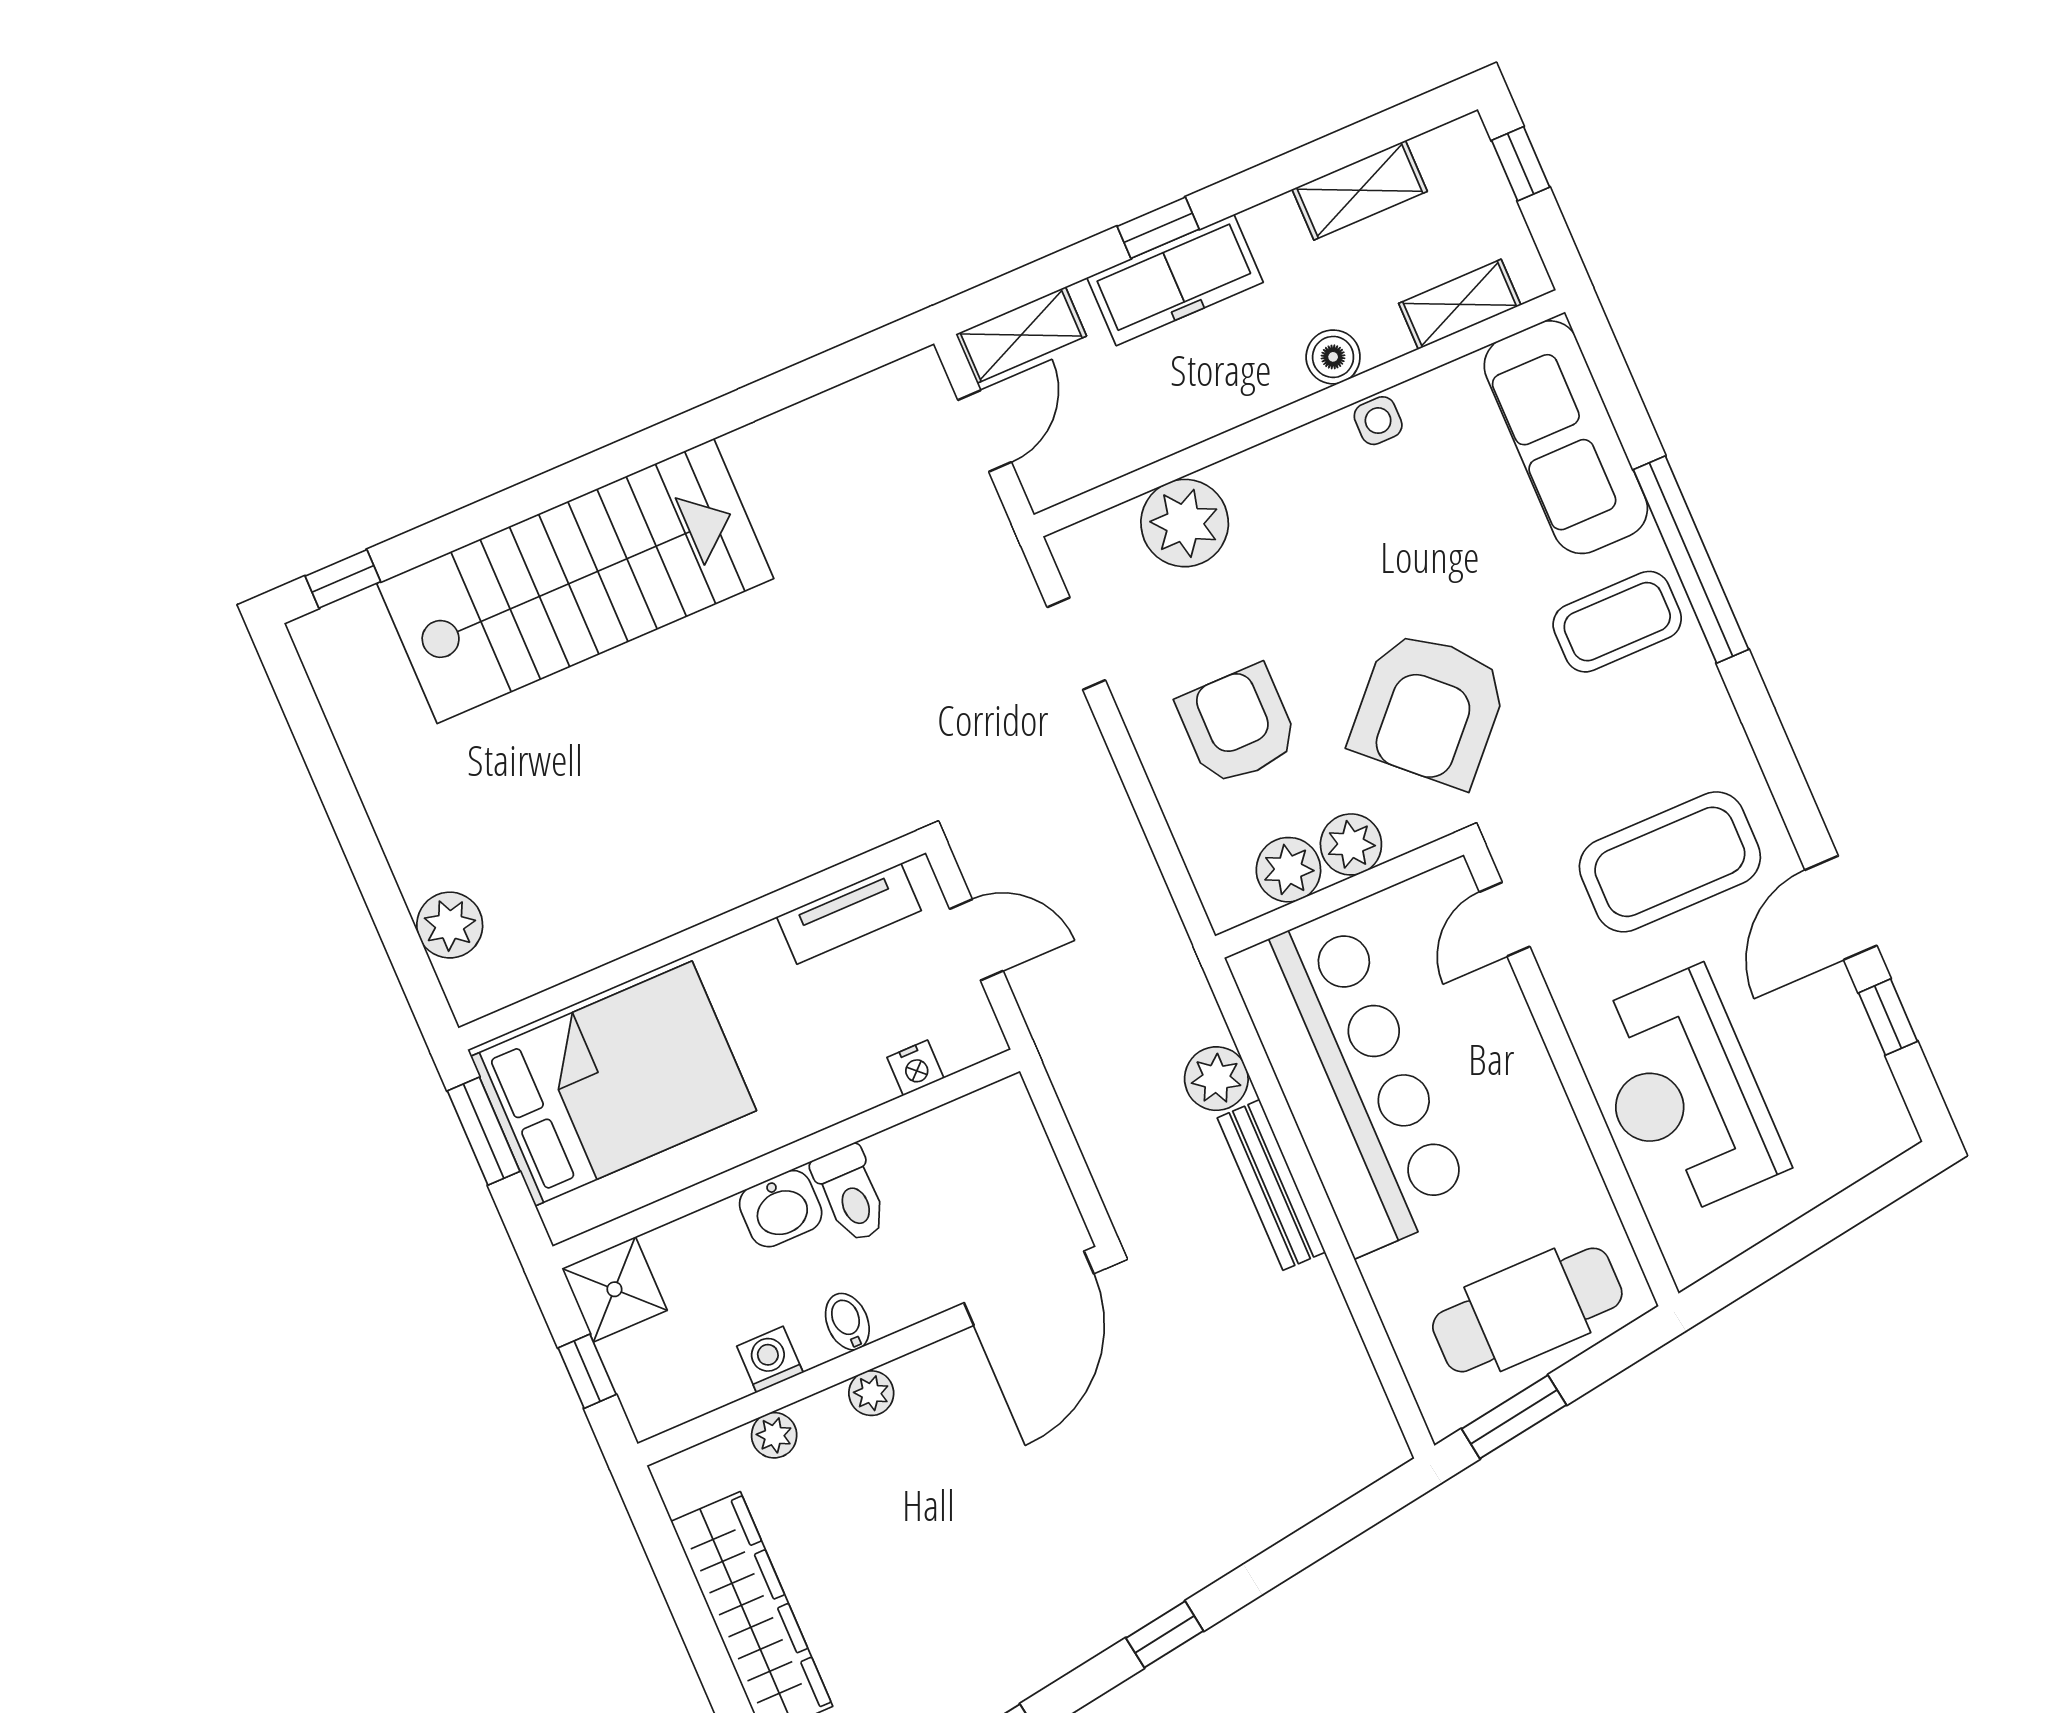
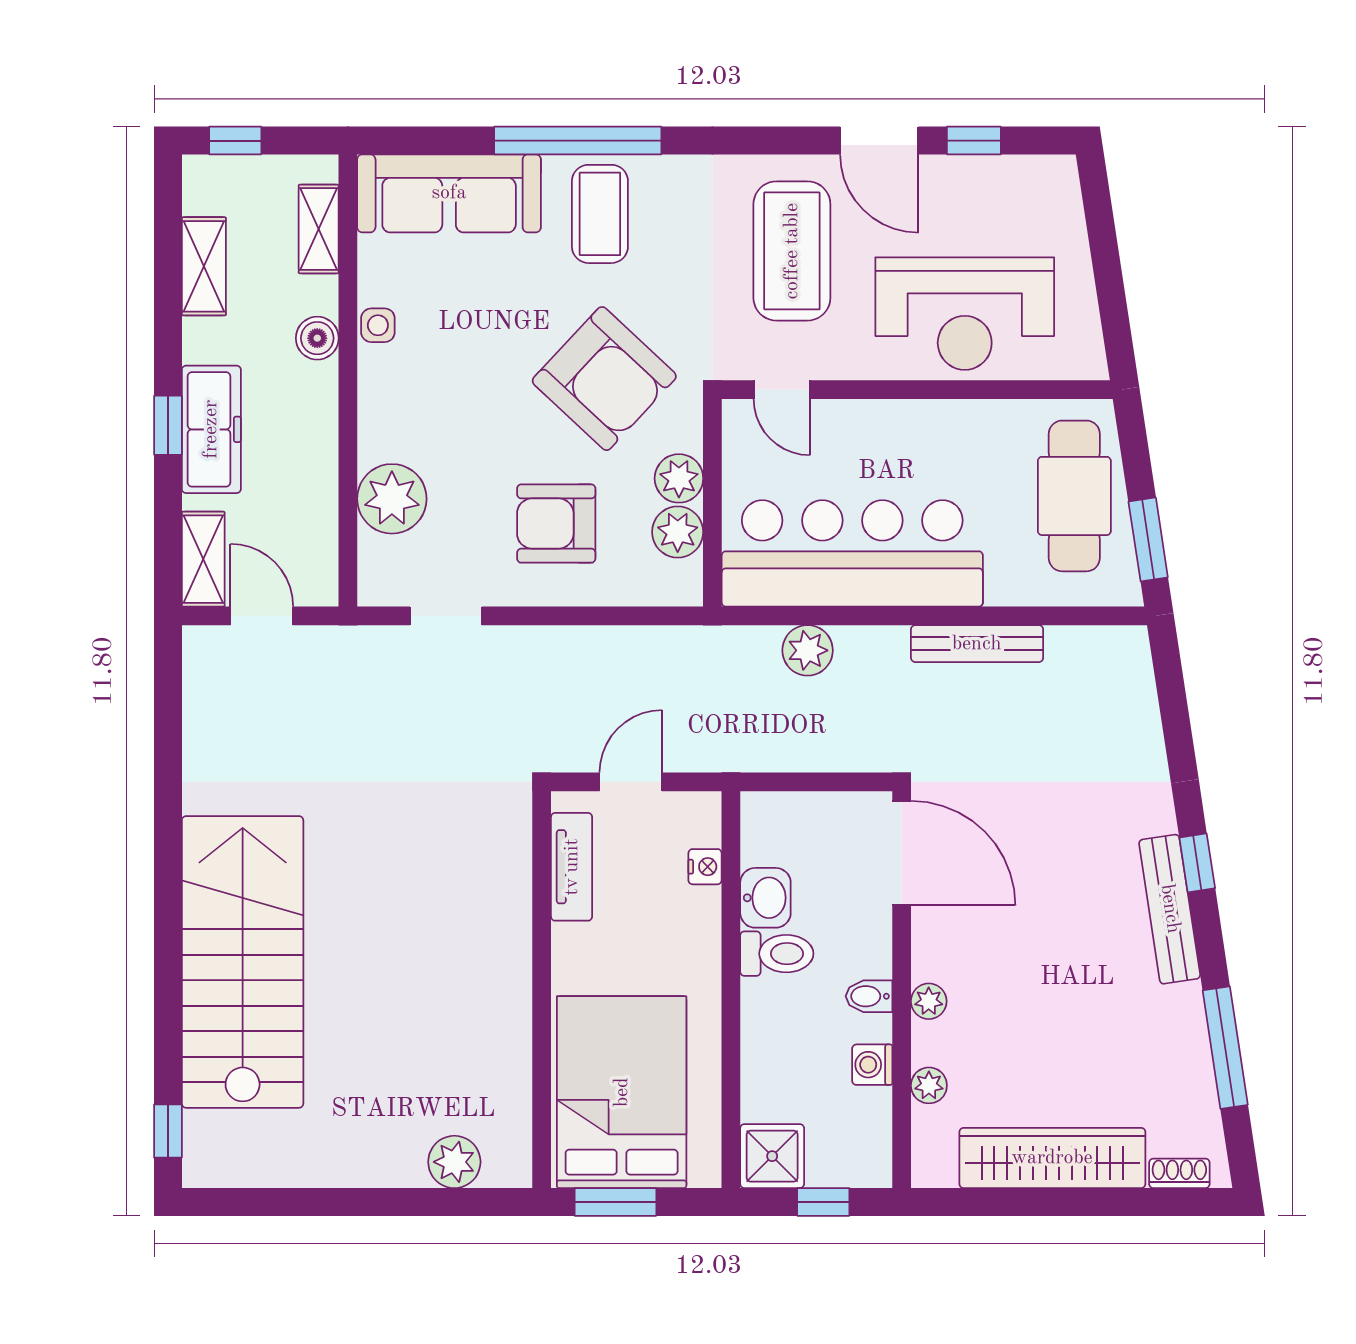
bench: (1271, 1185) -> (977, 644), moved
washbasin: (781, 1209) -> (765, 898), moved
bench: (1097, 1626) -> (1170, 909), added

